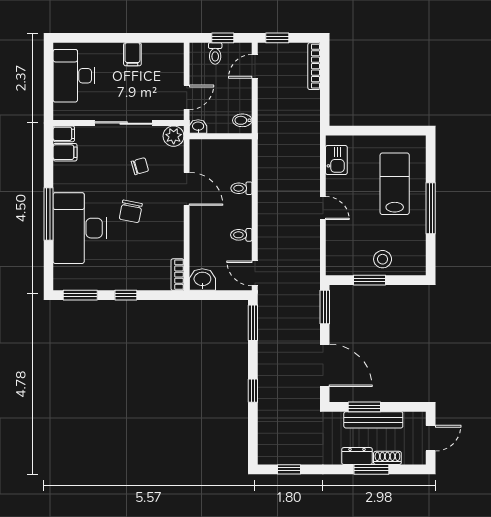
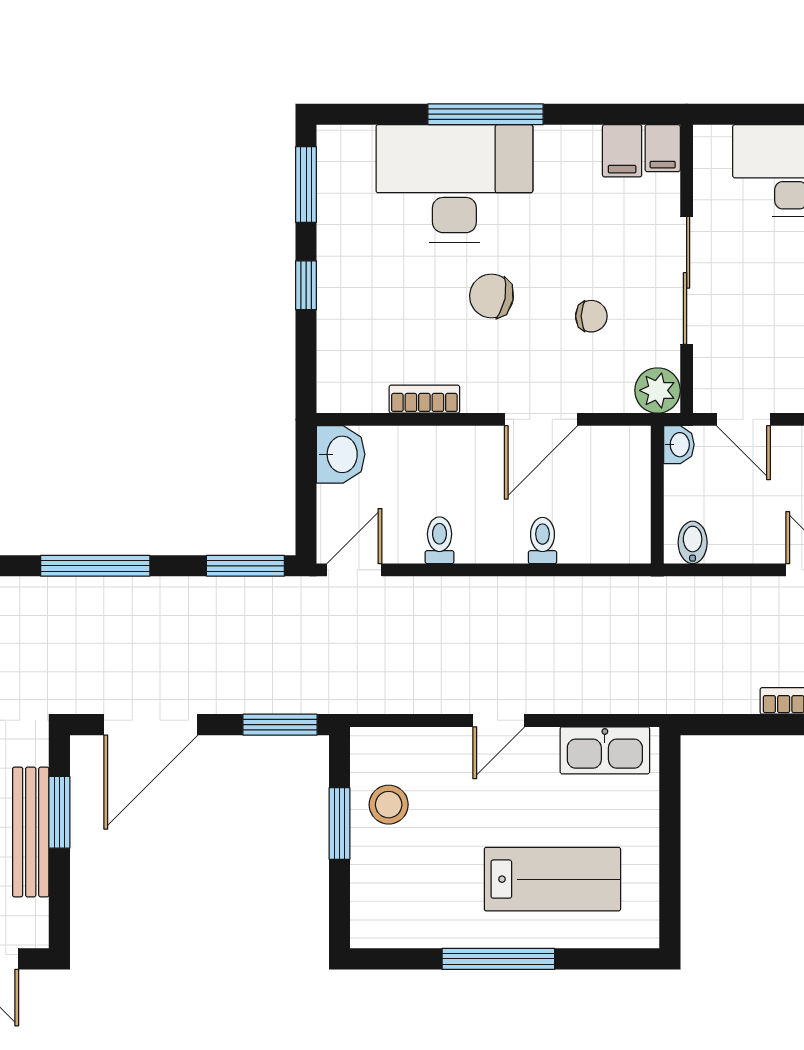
kitchen sink: (336, 160) -> (605, 750), width x1.38
chair: (140, 166) -> (591, 316), turned -74
stool: (383, 259) -> (389, 805), moved
bookcase: (177, 275) -> (424, 399), moved
window: (253, 391) -> (95, 566), width x2.17

